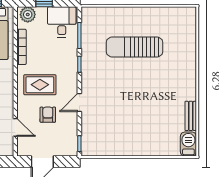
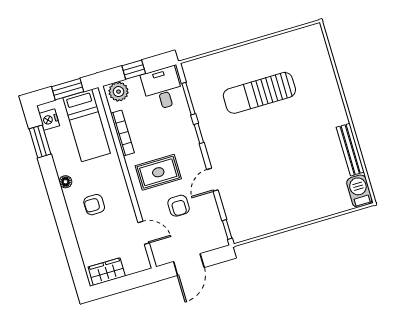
armchair: (48, 115) -> (179, 206), turned 180
bench: (191, 116) -> (350, 150), width x1.36

